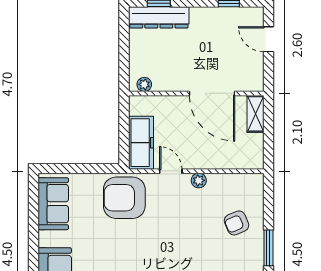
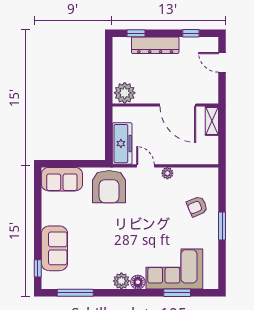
dresser: (159, 17) -> (155, 45), moved
plant: (144, 84) -> (125, 93), width x1.88, depth x1.88
armchair: (124, 198) -> (109, 187), turned -90
sofa: (53, 204) -> (62, 179), moved, turned 90

